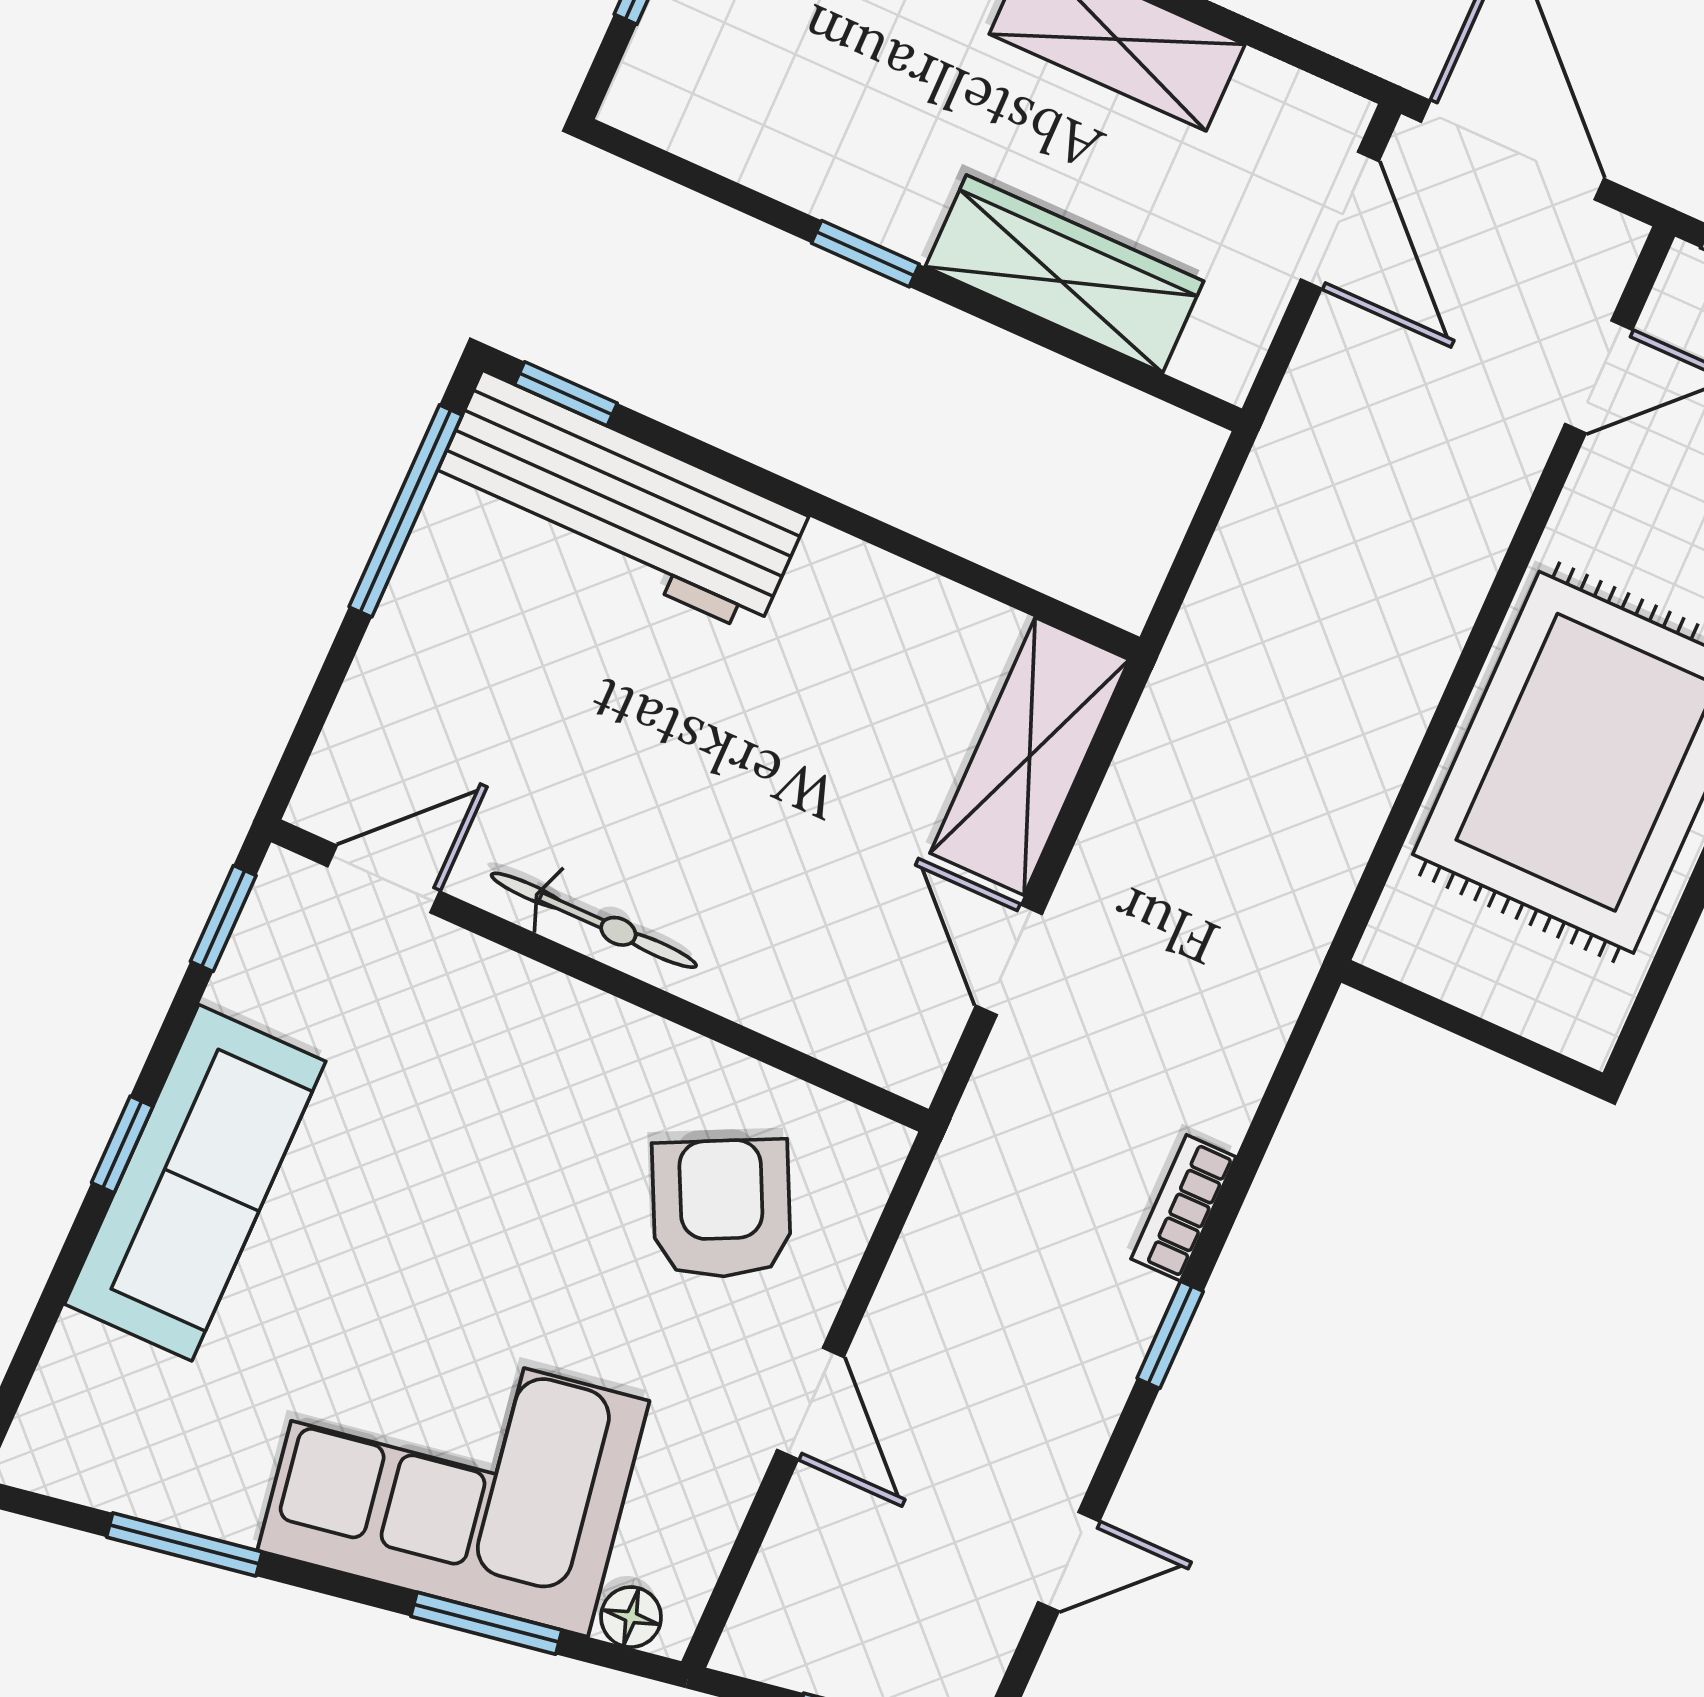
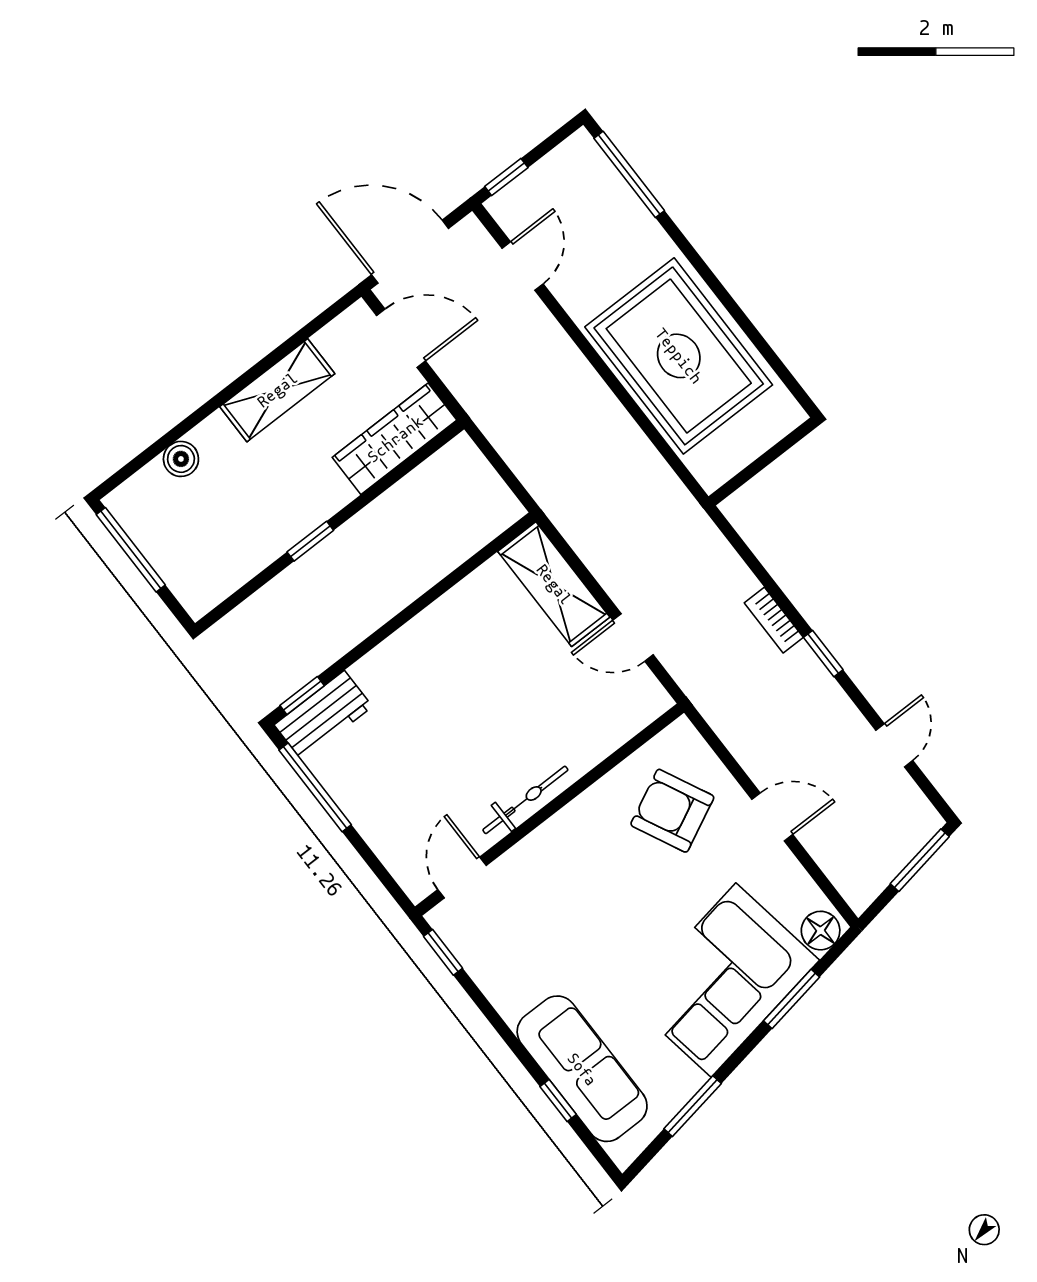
wardrobe: (1064, 274) -> (395, 439), moved
workbench: (619, 503) -> (323, 716), width x0.53, depth x0.76
window: (122, 1144) -> (558, 1101), moved
sofa: (195, 1183) -> (582, 1069), moved
floor lamp: (631, 1617) -> (821, 931), width x1.37, depth x1.37

